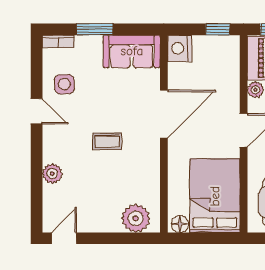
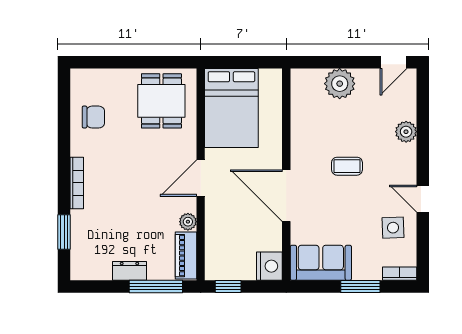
door: (164, 114) -> (286, 196), hinge flipped
plant: (136, 218) -> (340, 84), moved
floor lamp: (180, 224) -> (269, 78), removed

